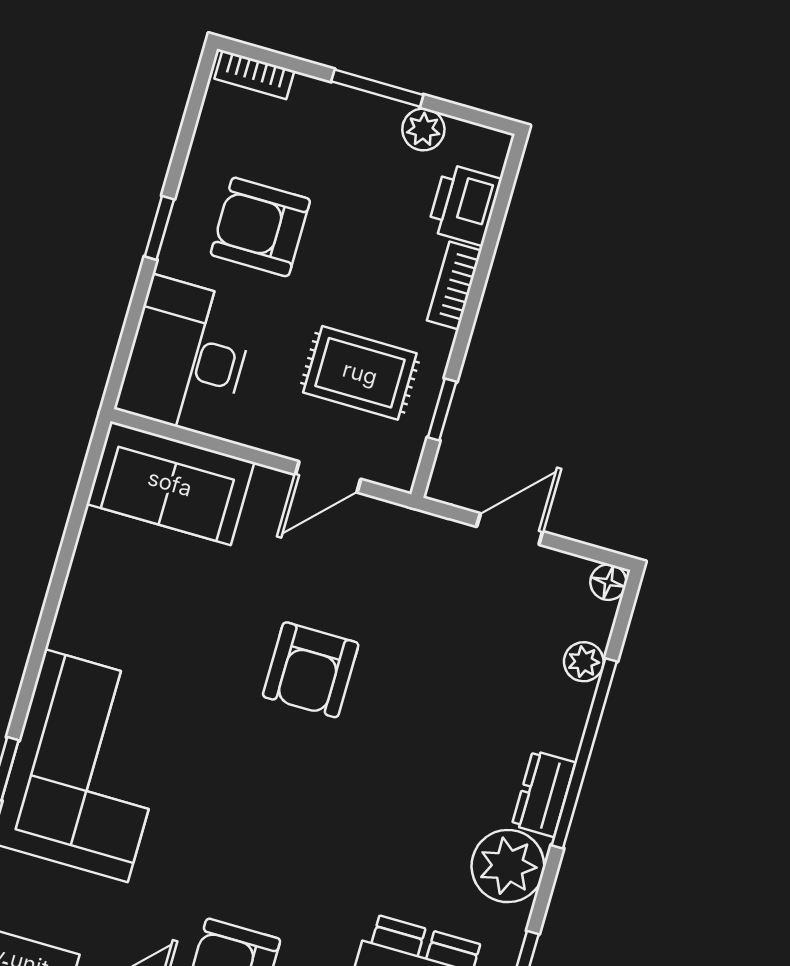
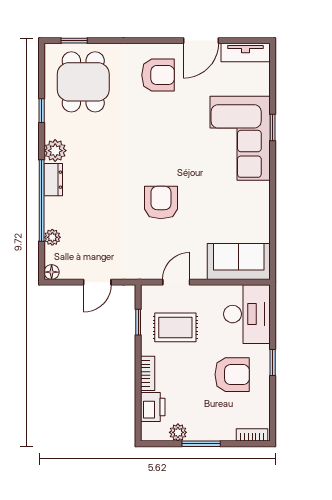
plant: (508, 866) -> (55, 151), width x0.73, depth x0.73

